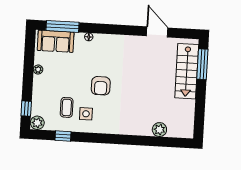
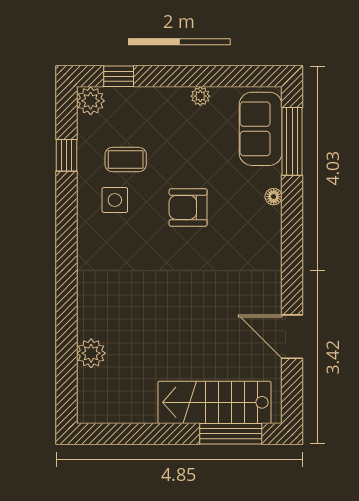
door: (157, 32) -> (292, 337), swing flipped
armchair: (101, 86) -> (188, 207), moved

